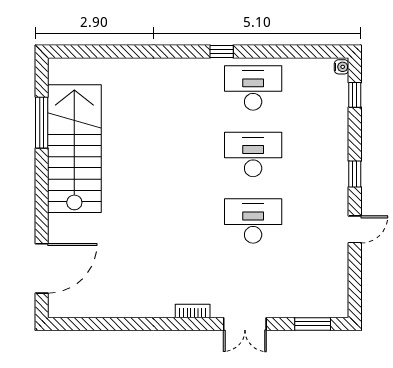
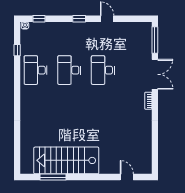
window: (222, 51) -> (17, 50), moved
door: (42, 268) -> (127, 177), width x0.53
double door: (245, 324) -> (155, 74), width x1.37
window: (313, 324) -> (155, 40), width x1.44

